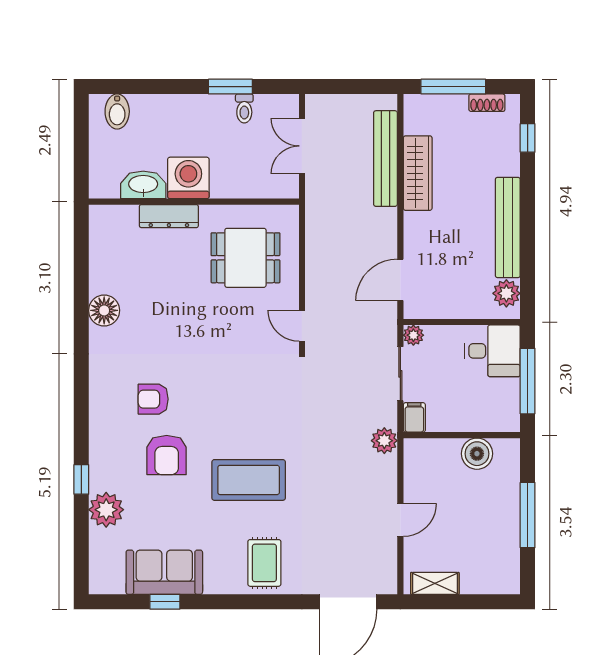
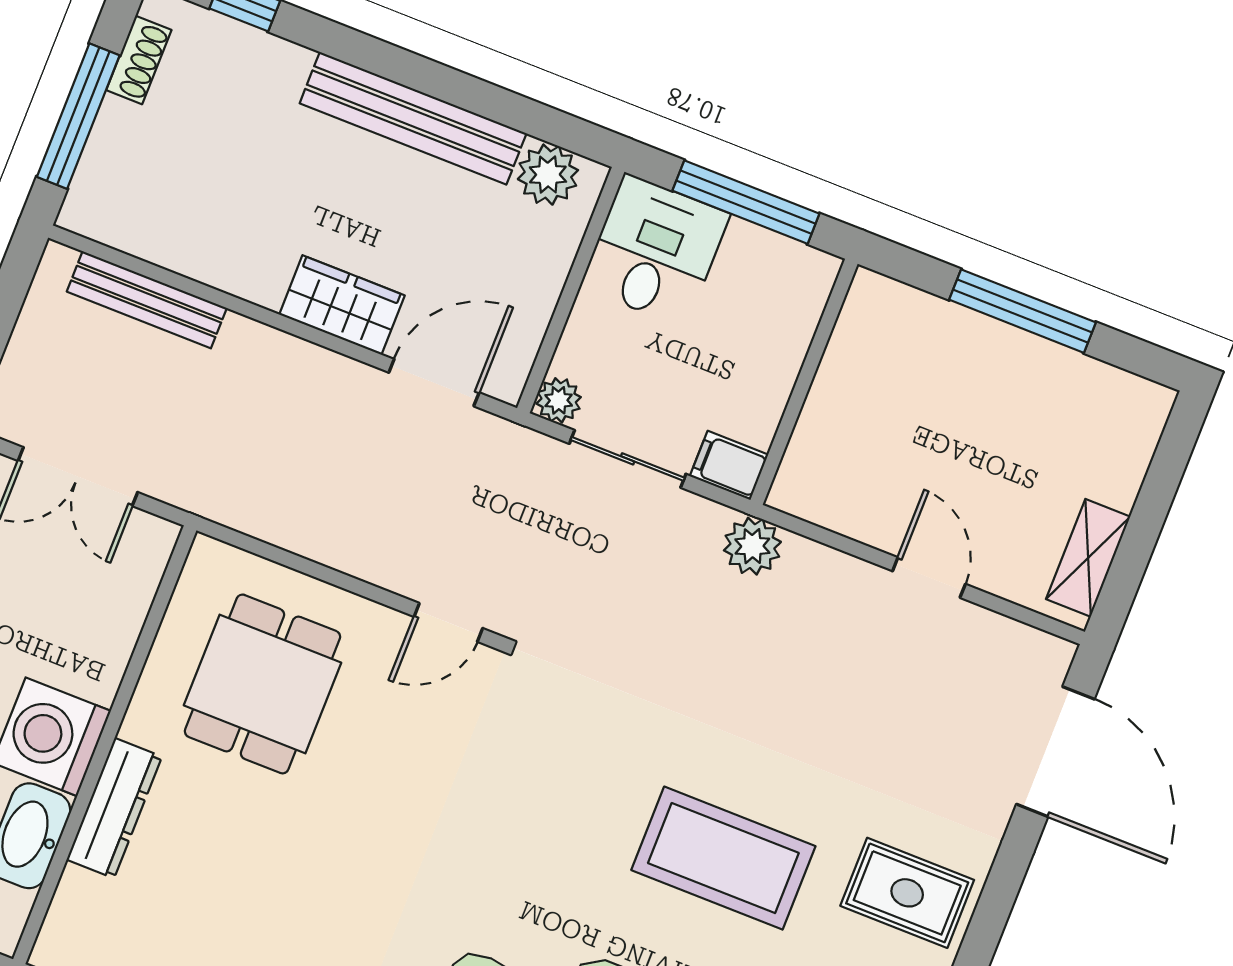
bench: (385, 159) -> (147, 300), width x0.73, depth x0.82
wardrobe: (418, 173) -> (342, 305), moved, width x0.67
door: (400, 280) -> (434, 383), swing flipped
boiler: (477, 454) -> (855, 366), removed
coffee table: (249, 480) -> (723, 858), turned 90

